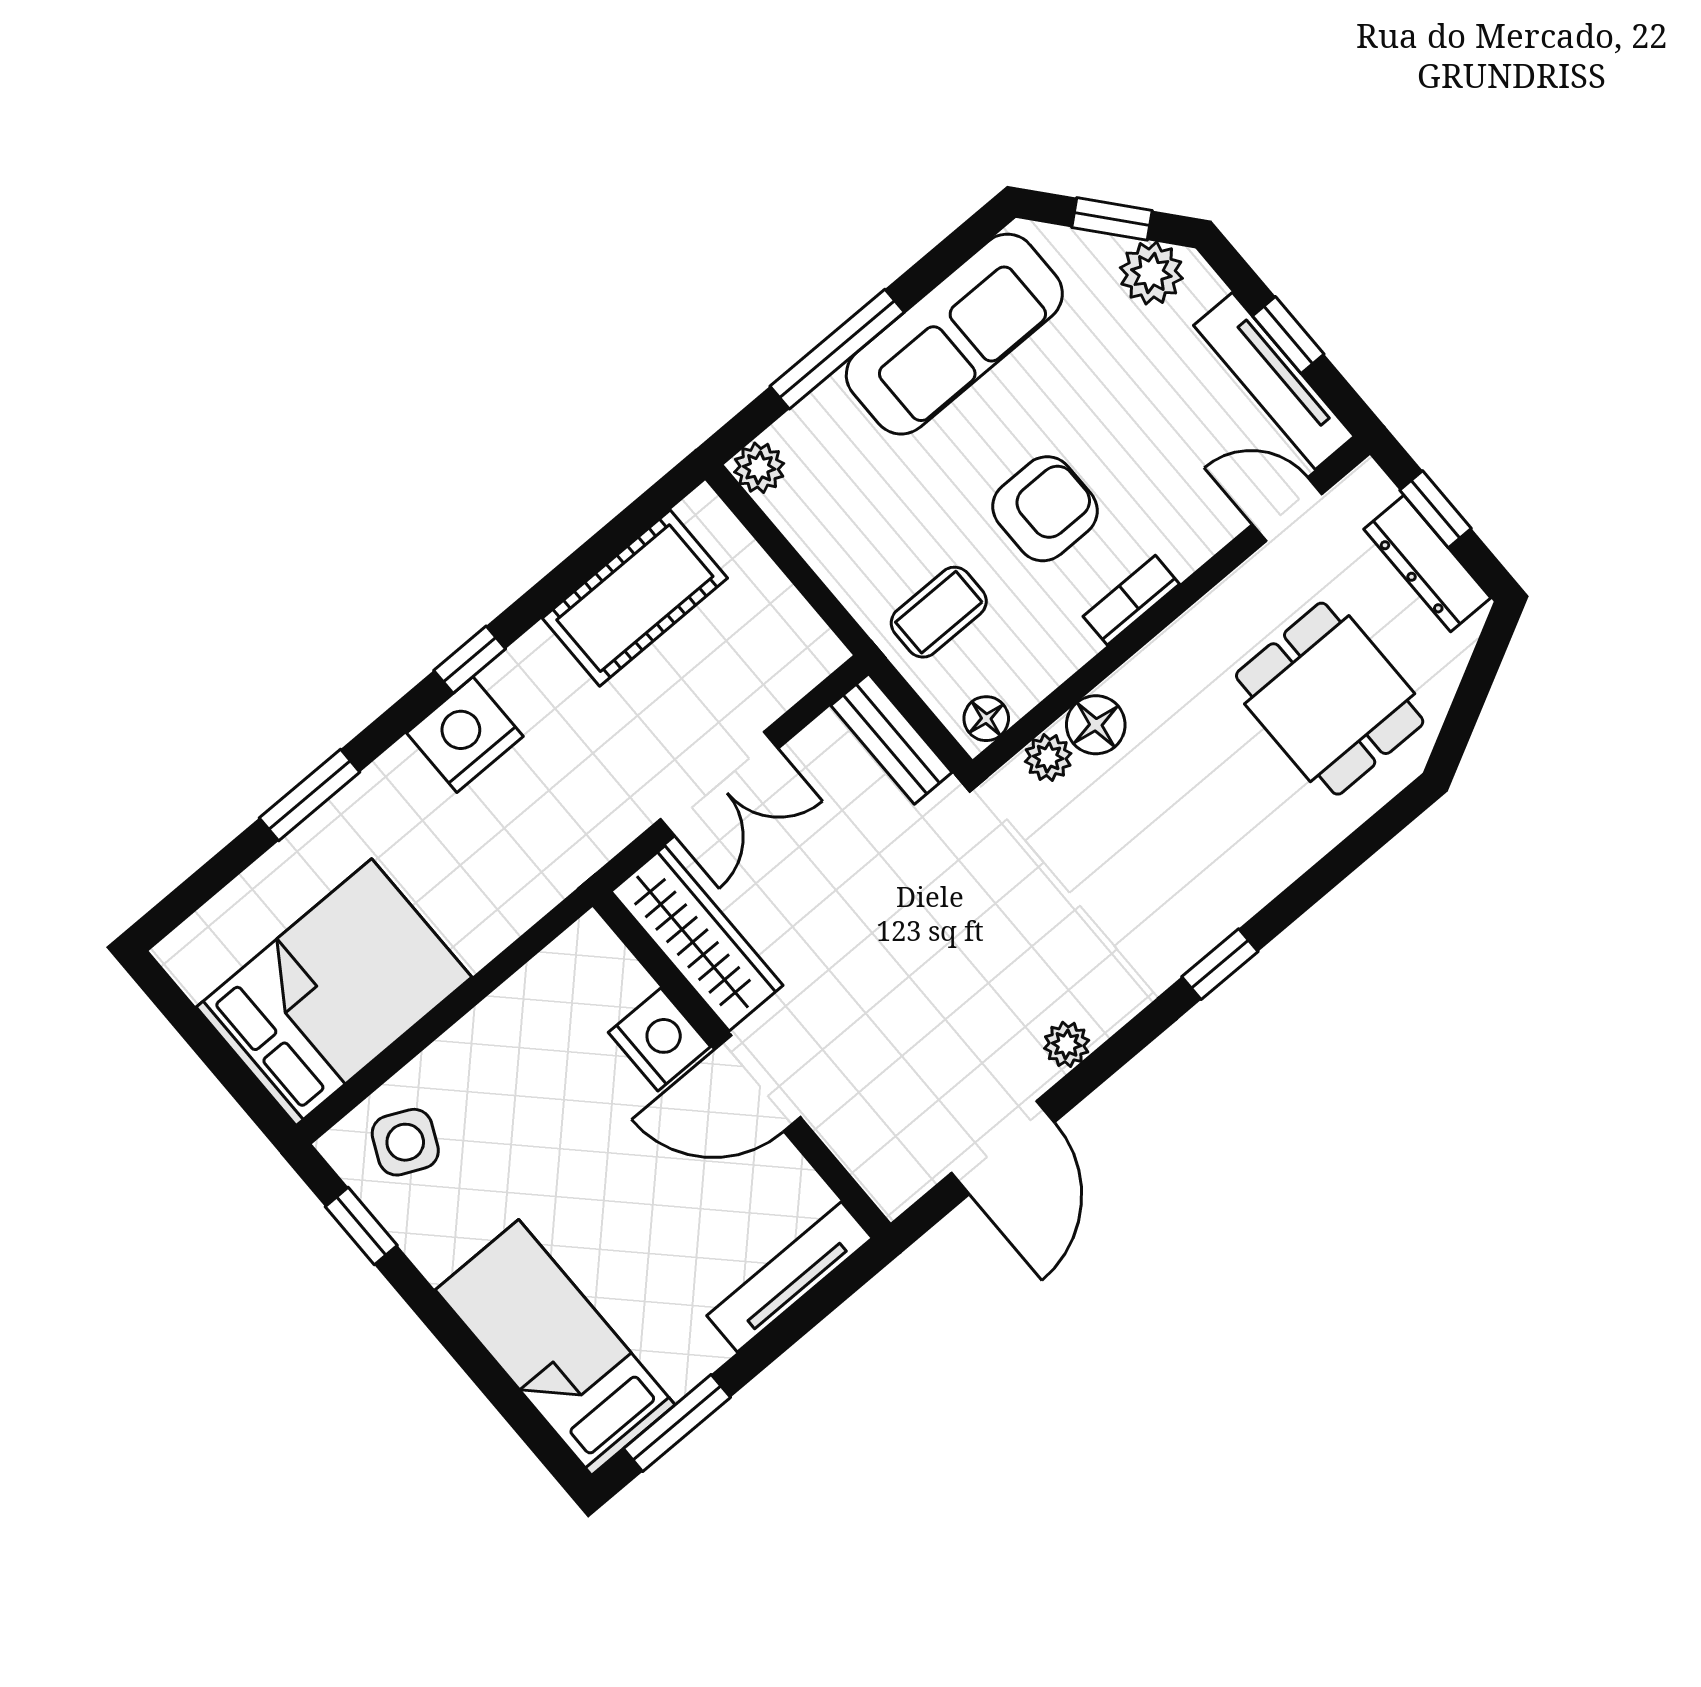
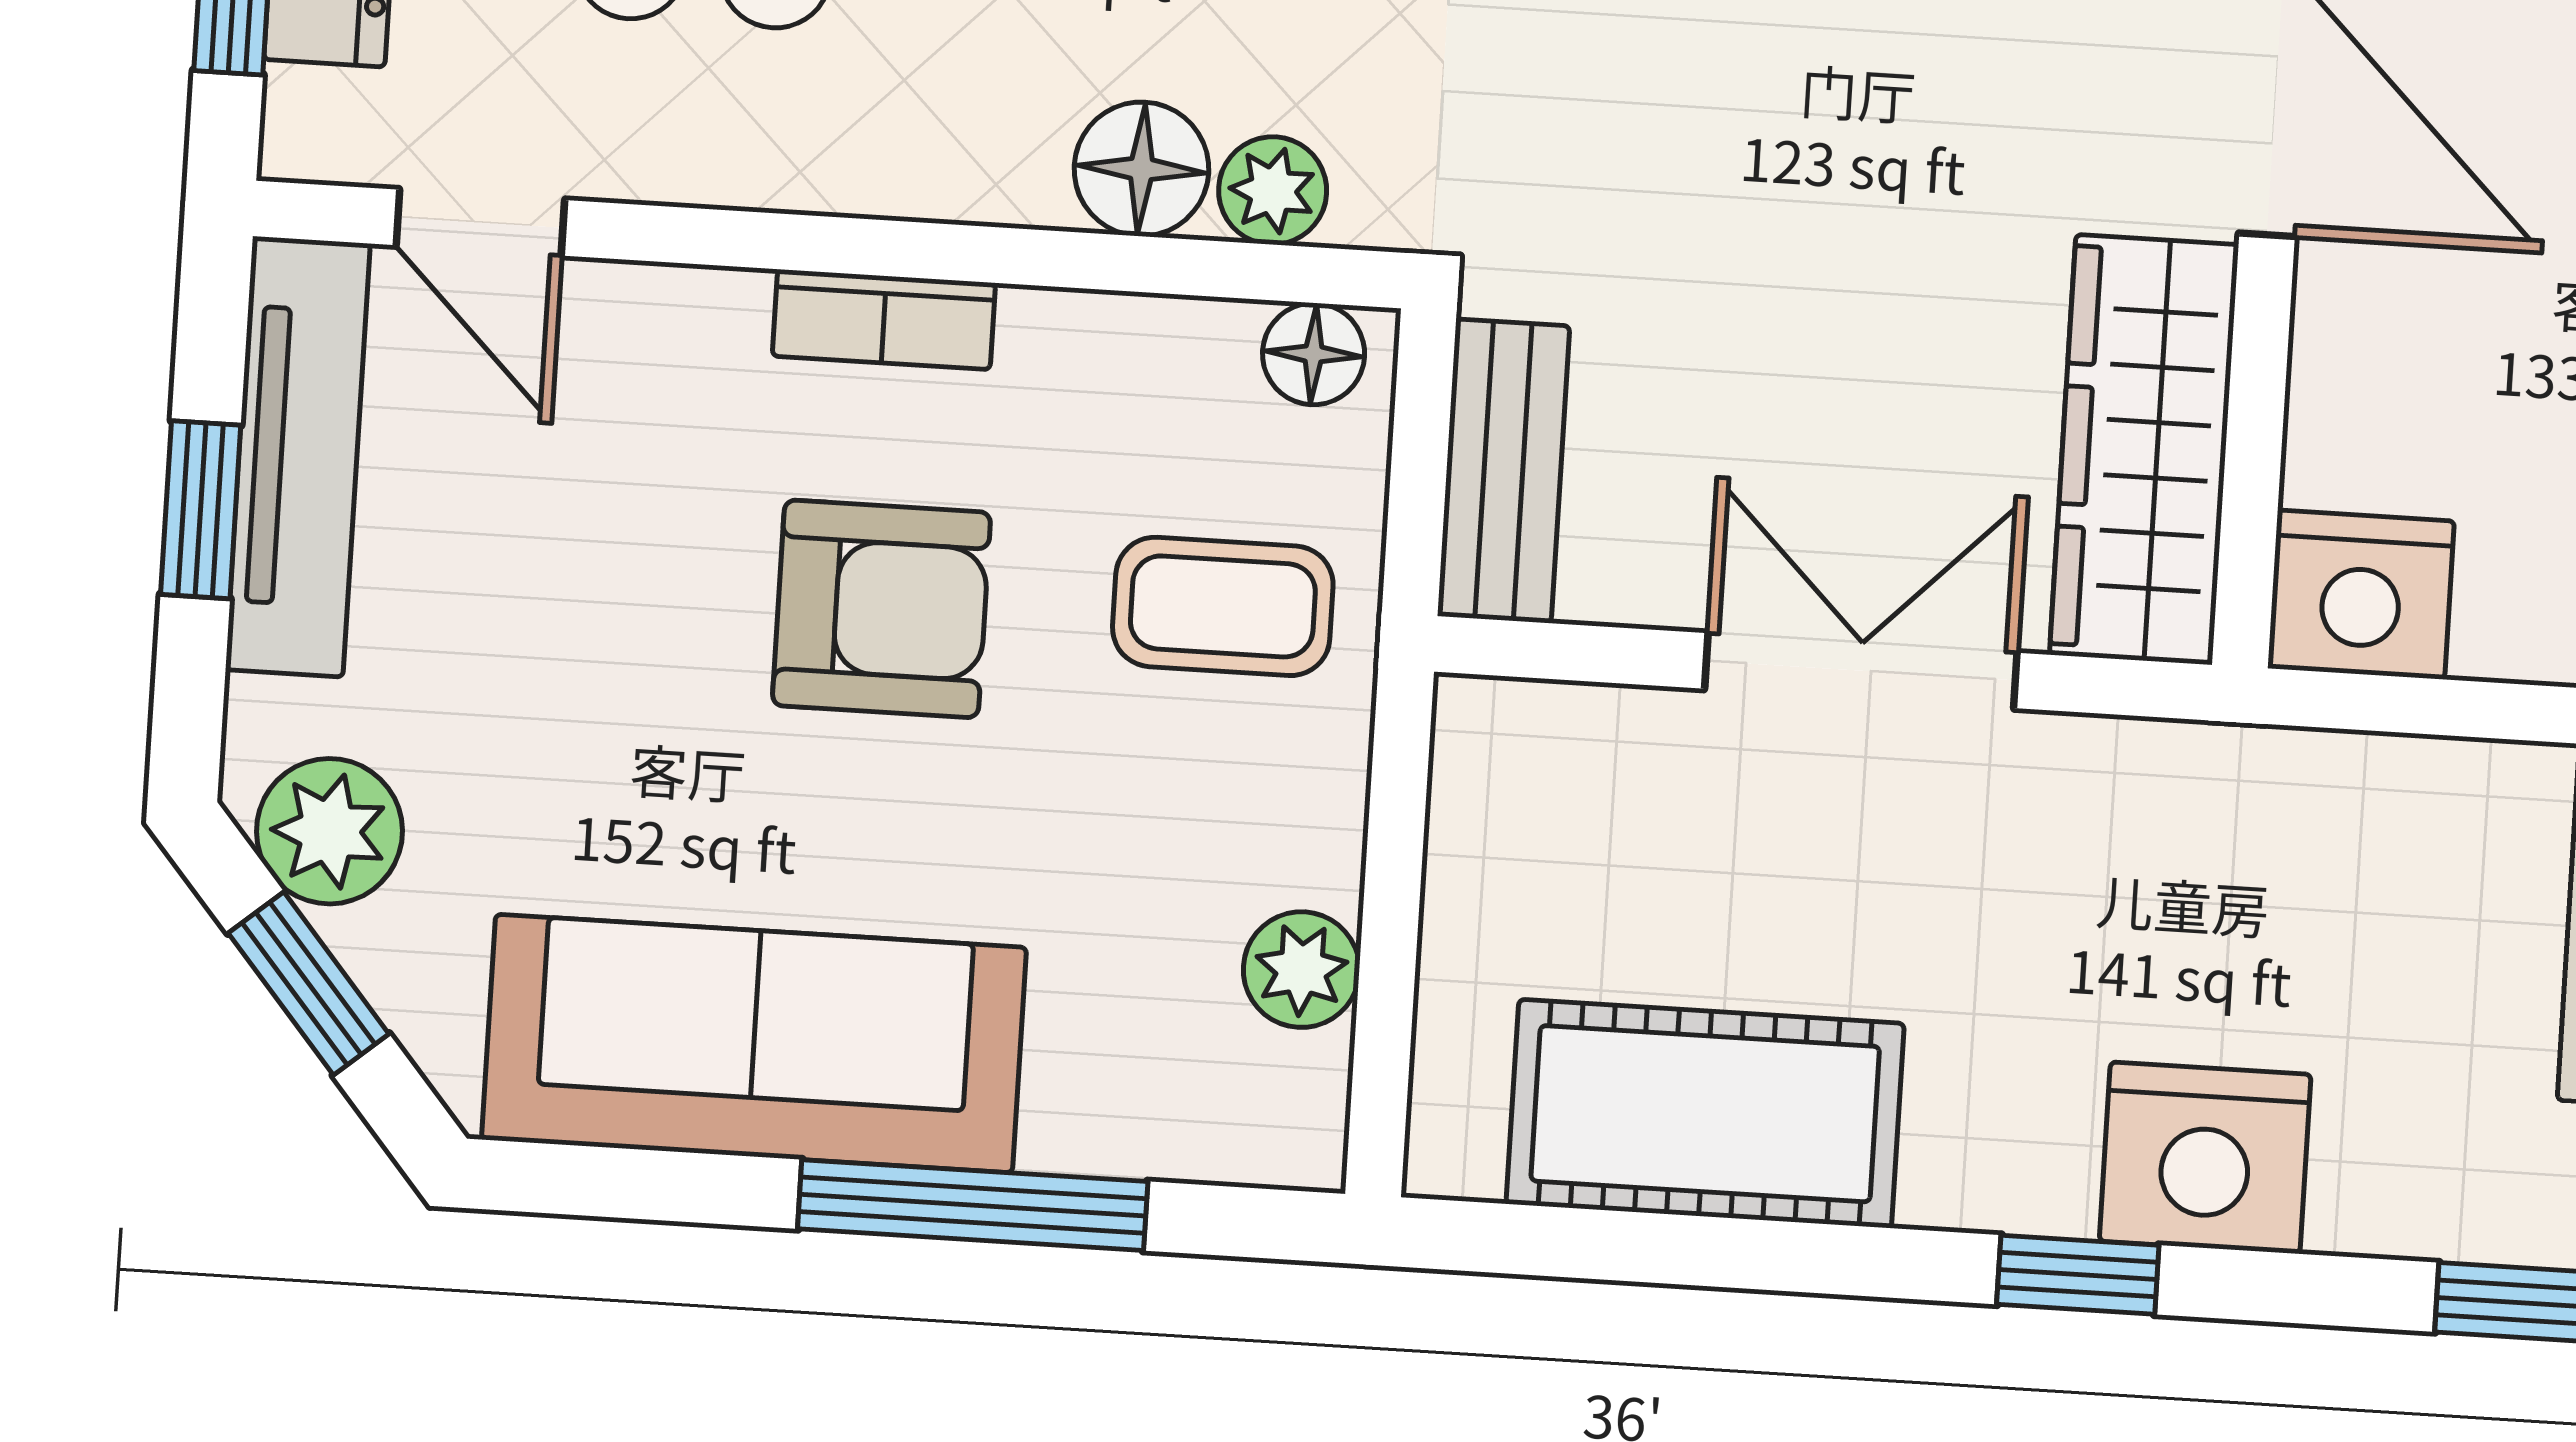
plant: (759, 468) -> (1301, 970), moved
armchair: (1045, 509) -> (881, 609), turned 180
nightstand: (659, 1040) -> (2361, 595), moved, turned -90

